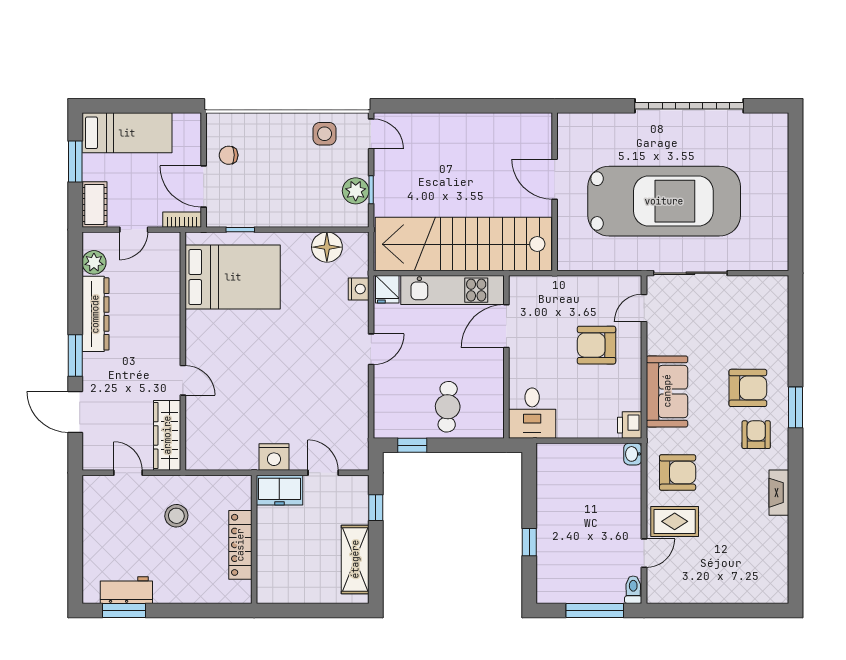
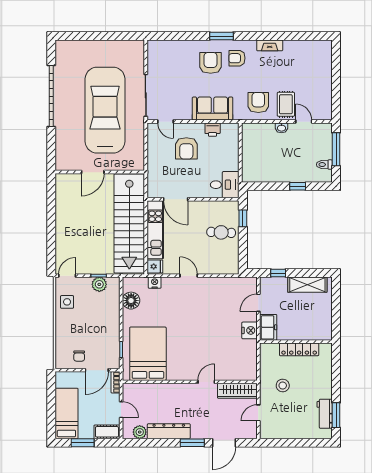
printer: (630, 425) -> (213, 130), moved
window: (412, 445) -> (243, 218), moved
washbasin: (633, 454) -> (281, 128), moved
toilet: (633, 590) -> (324, 165), moved

